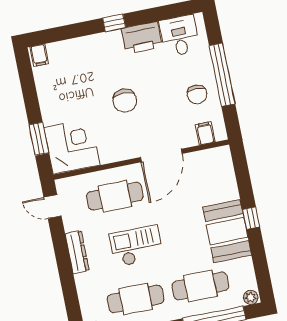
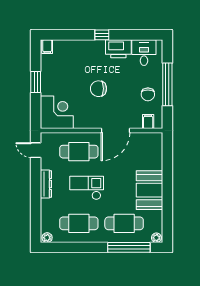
chair: (125, 101) -> (98, 89), turned 90
window: (39, 139) -> (36, 82), moved
window: (251, 218) -> (167, 185), removed

